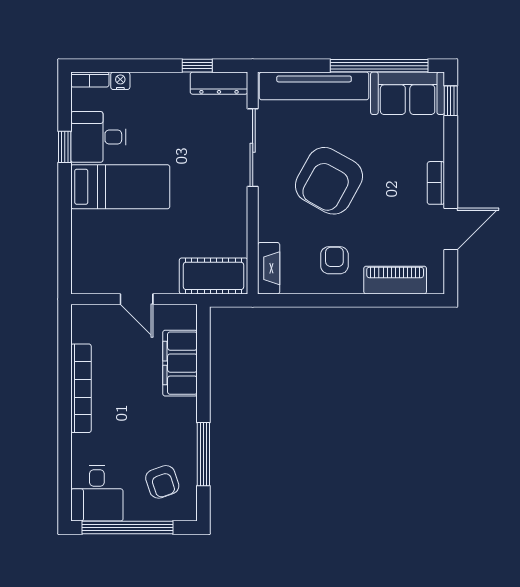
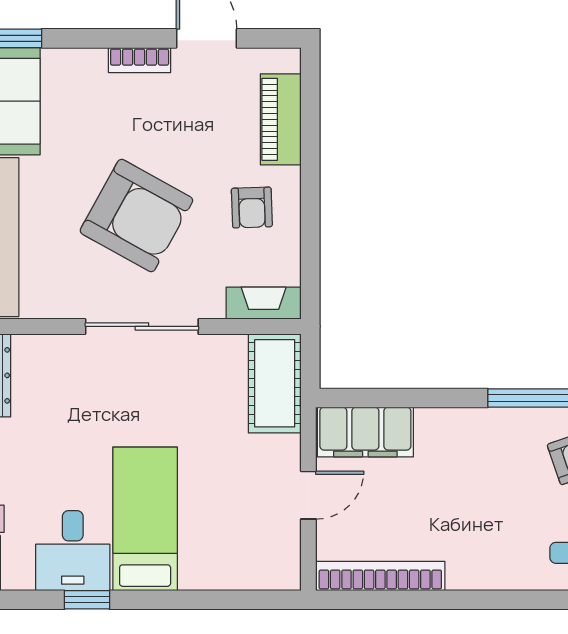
sliding door: (253, 148) -> (142, 326), moved
armchair: (334, 260) -> (252, 207), turned -92
filing cabinet: (180, 363) -> (365, 432), moved
bookcase: (81, 388) -> (380, 576), moved

